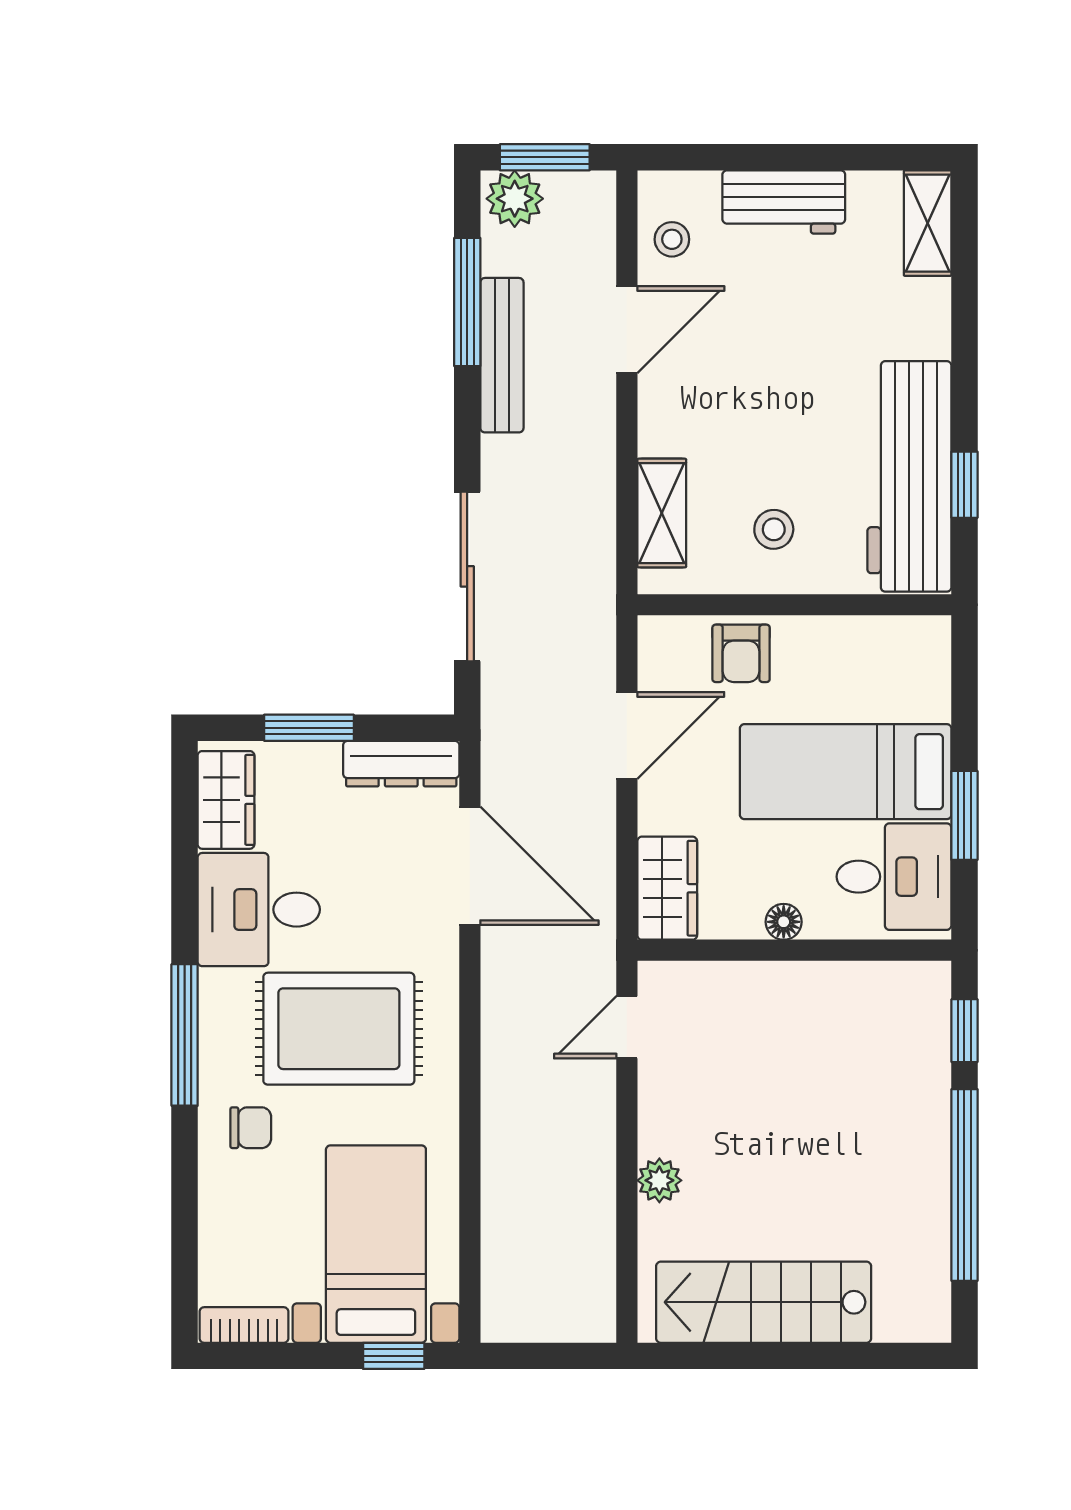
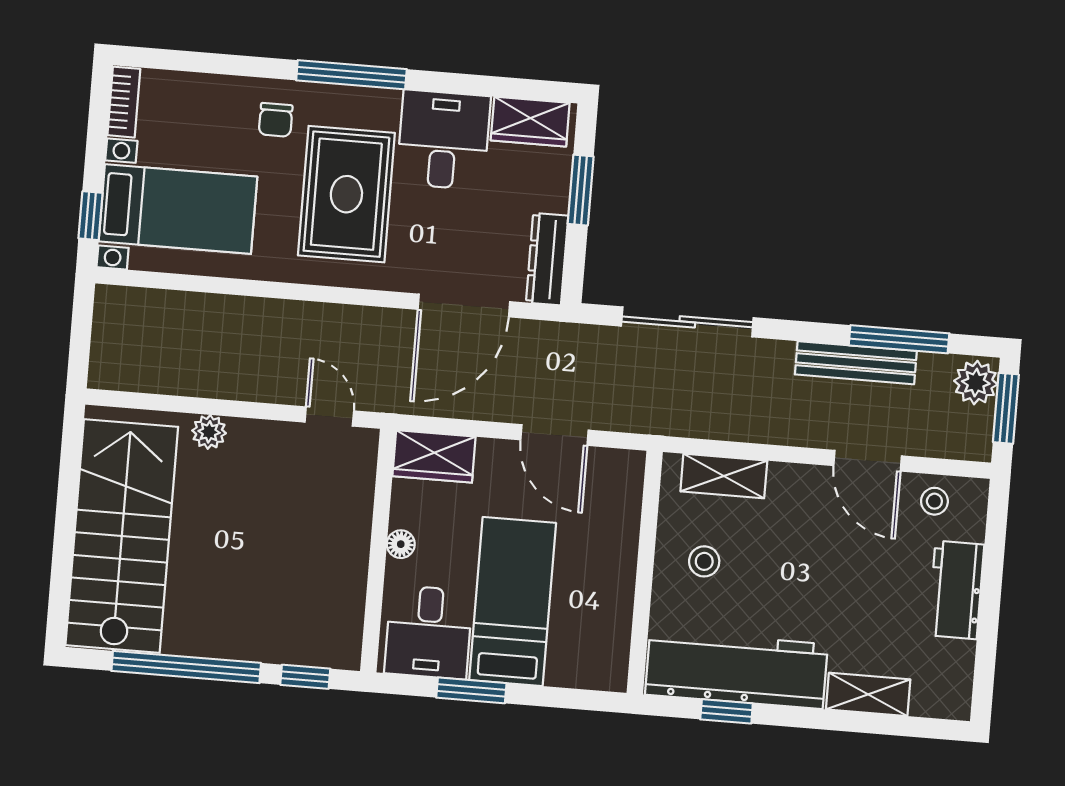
shelving: (928, 223) -> (868, 694), moved
armchair: (741, 653) -> (611, 528), removed
stairs: (764, 1302) -> (122, 536), width x1.36, depth x1.51

